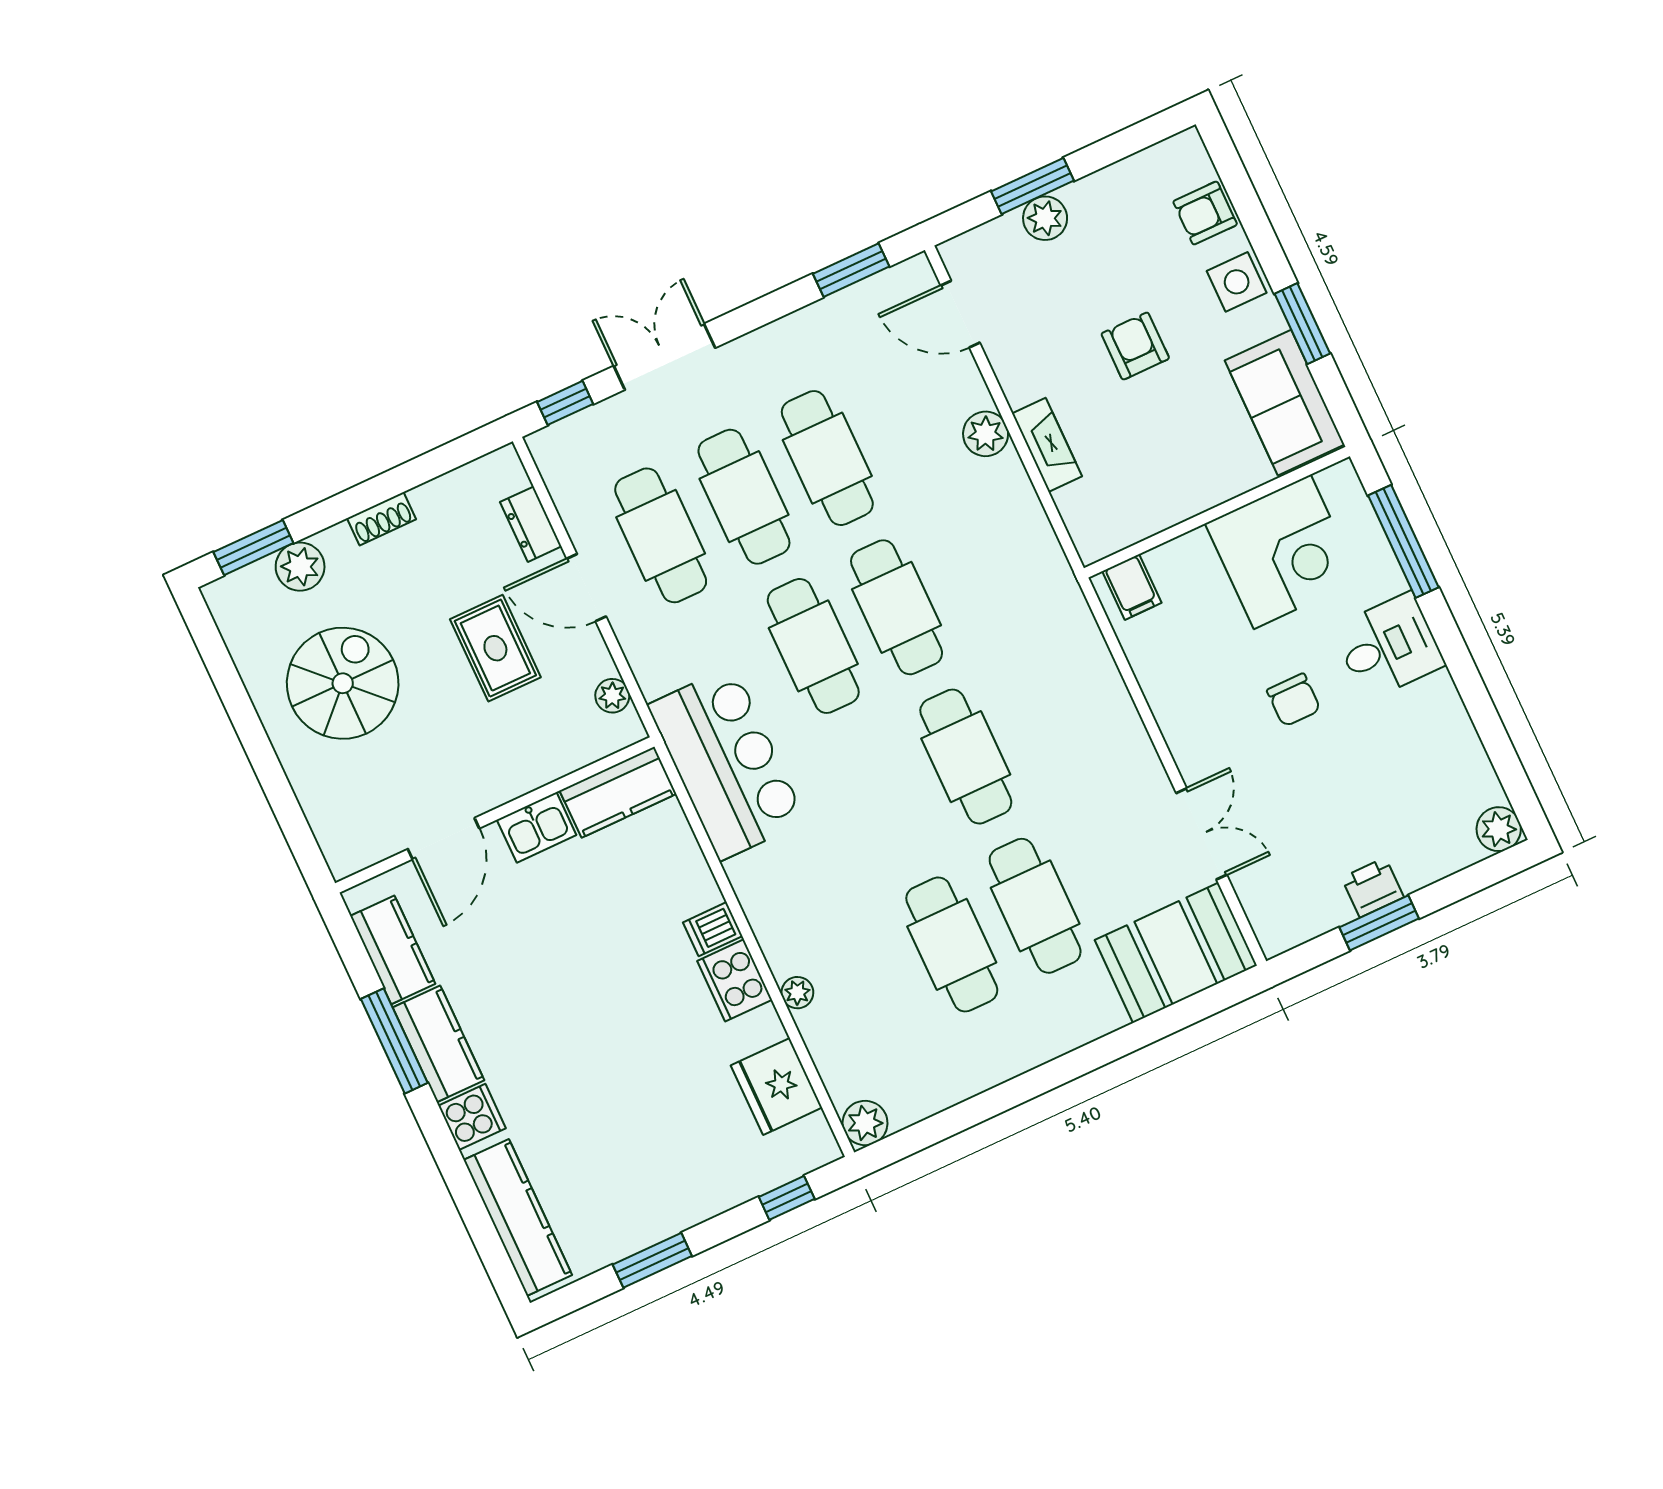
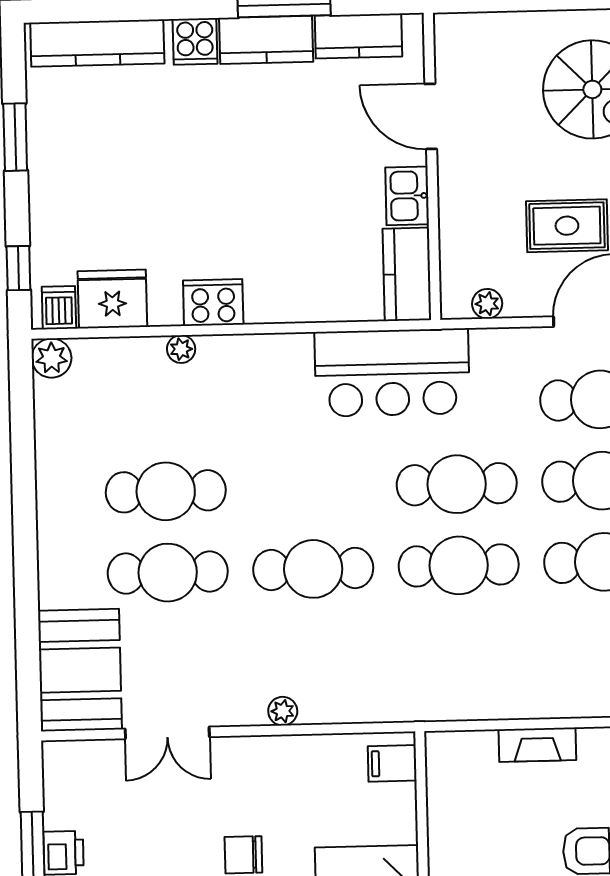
plant: (986, 434) -> (283, 711), moved, width x0.73, depth x0.73
dishwasher: (713, 929) -> (59, 308), moved

